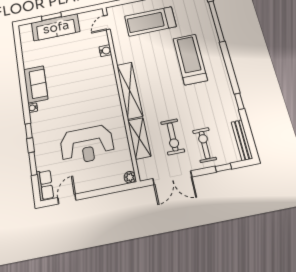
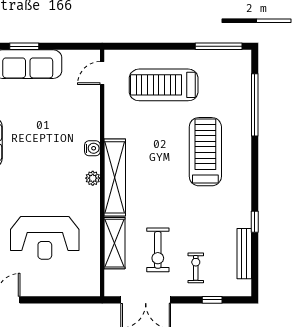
water cooler: (105, 51) -> (92, 148), moved
bench: (242, 140) -> (244, 254), moved
exercise bike: (204, 145) -> (196, 268), width x0.73, depth x0.72
plant: (130, 177) -> (93, 178), moved

